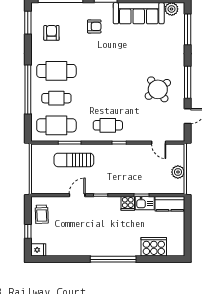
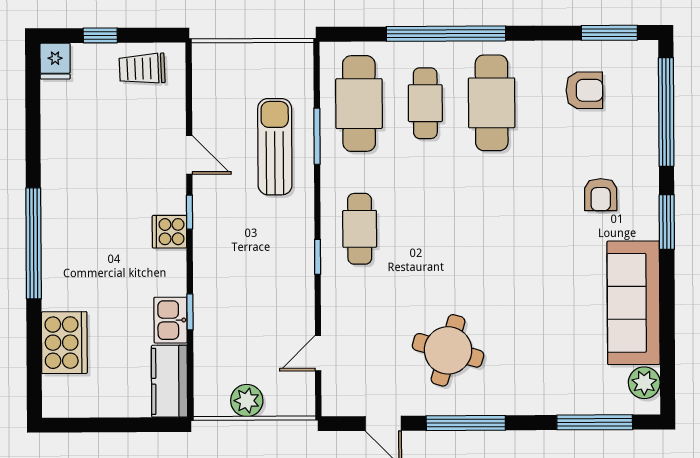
round table: (158, 89) -> (448, 350), turned -38
cooker: (128, 203) -> (169, 232), moved

